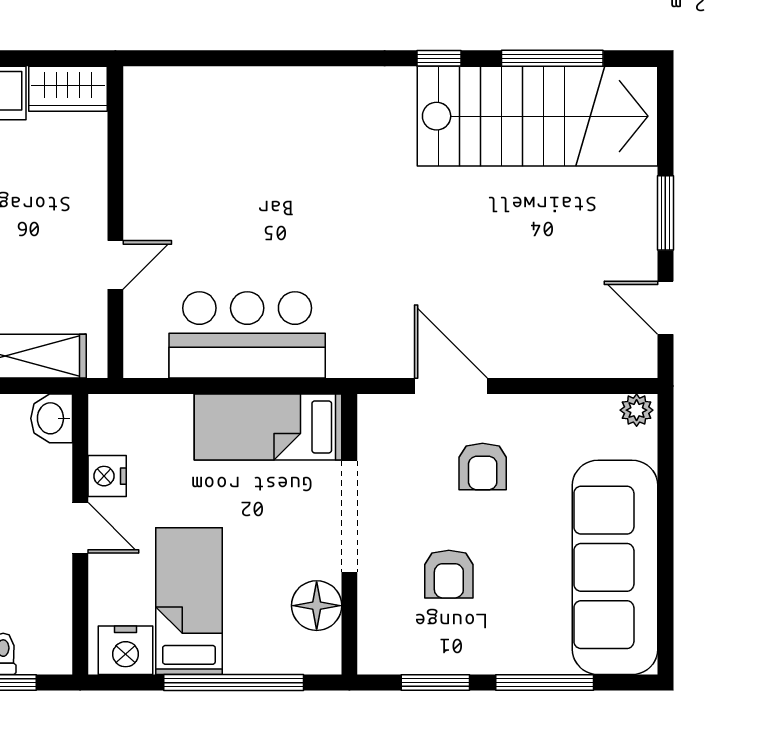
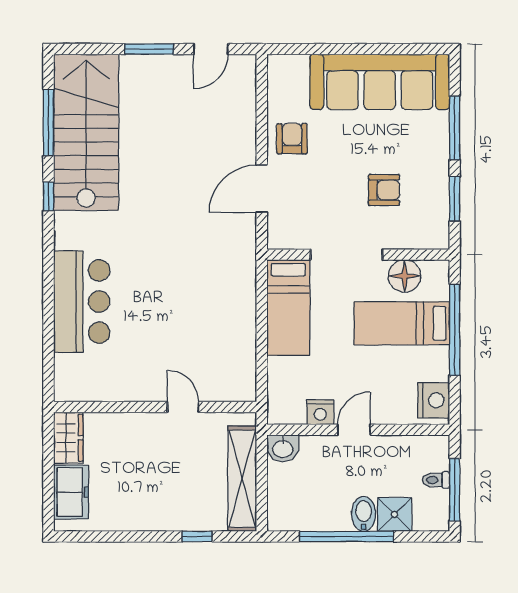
bar counter: (247, 335) -> (82, 302), moved, turned 180
plant: (637, 410) -> (277, 68), removed
armchair: (483, 466) -> (292, 139), moved, turned -90
bed: (189, 601) -> (402, 323), moved

